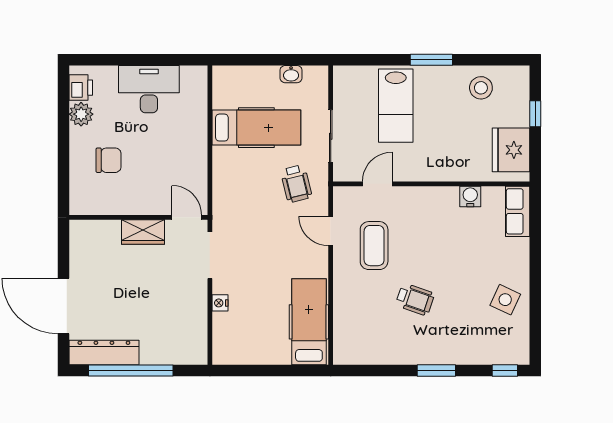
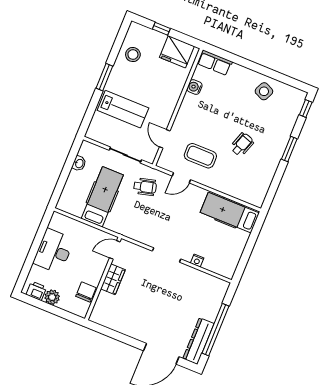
wall: (138, 217) -> (103, 278), moved
door: (187, 217) -> (115, 250), moved
wardrobe: (143, 232) -> (113, 279), moved

